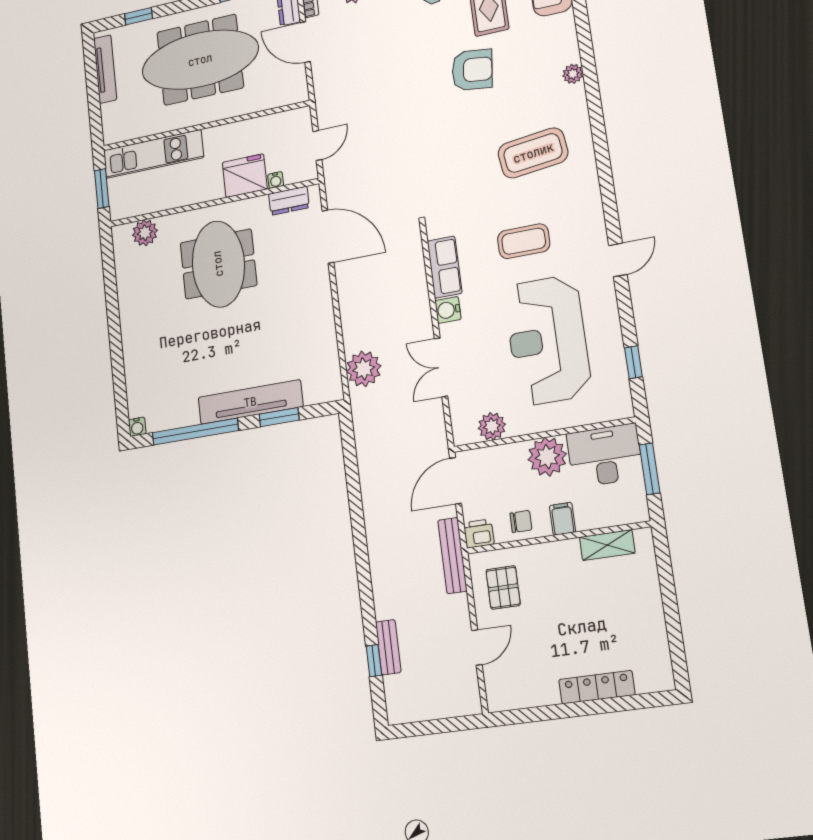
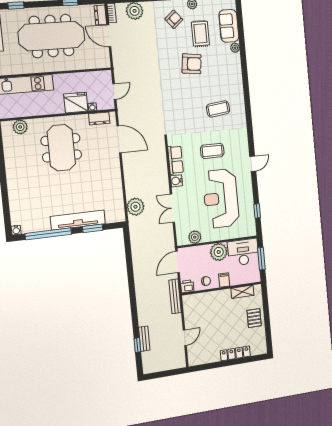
plant: (573, 74) -> (235, 48), moved
coffee table: (533, 153) -> (218, 109), width x0.73, depth x0.76
pallet: (503, 588) -> (254, 318), moved

